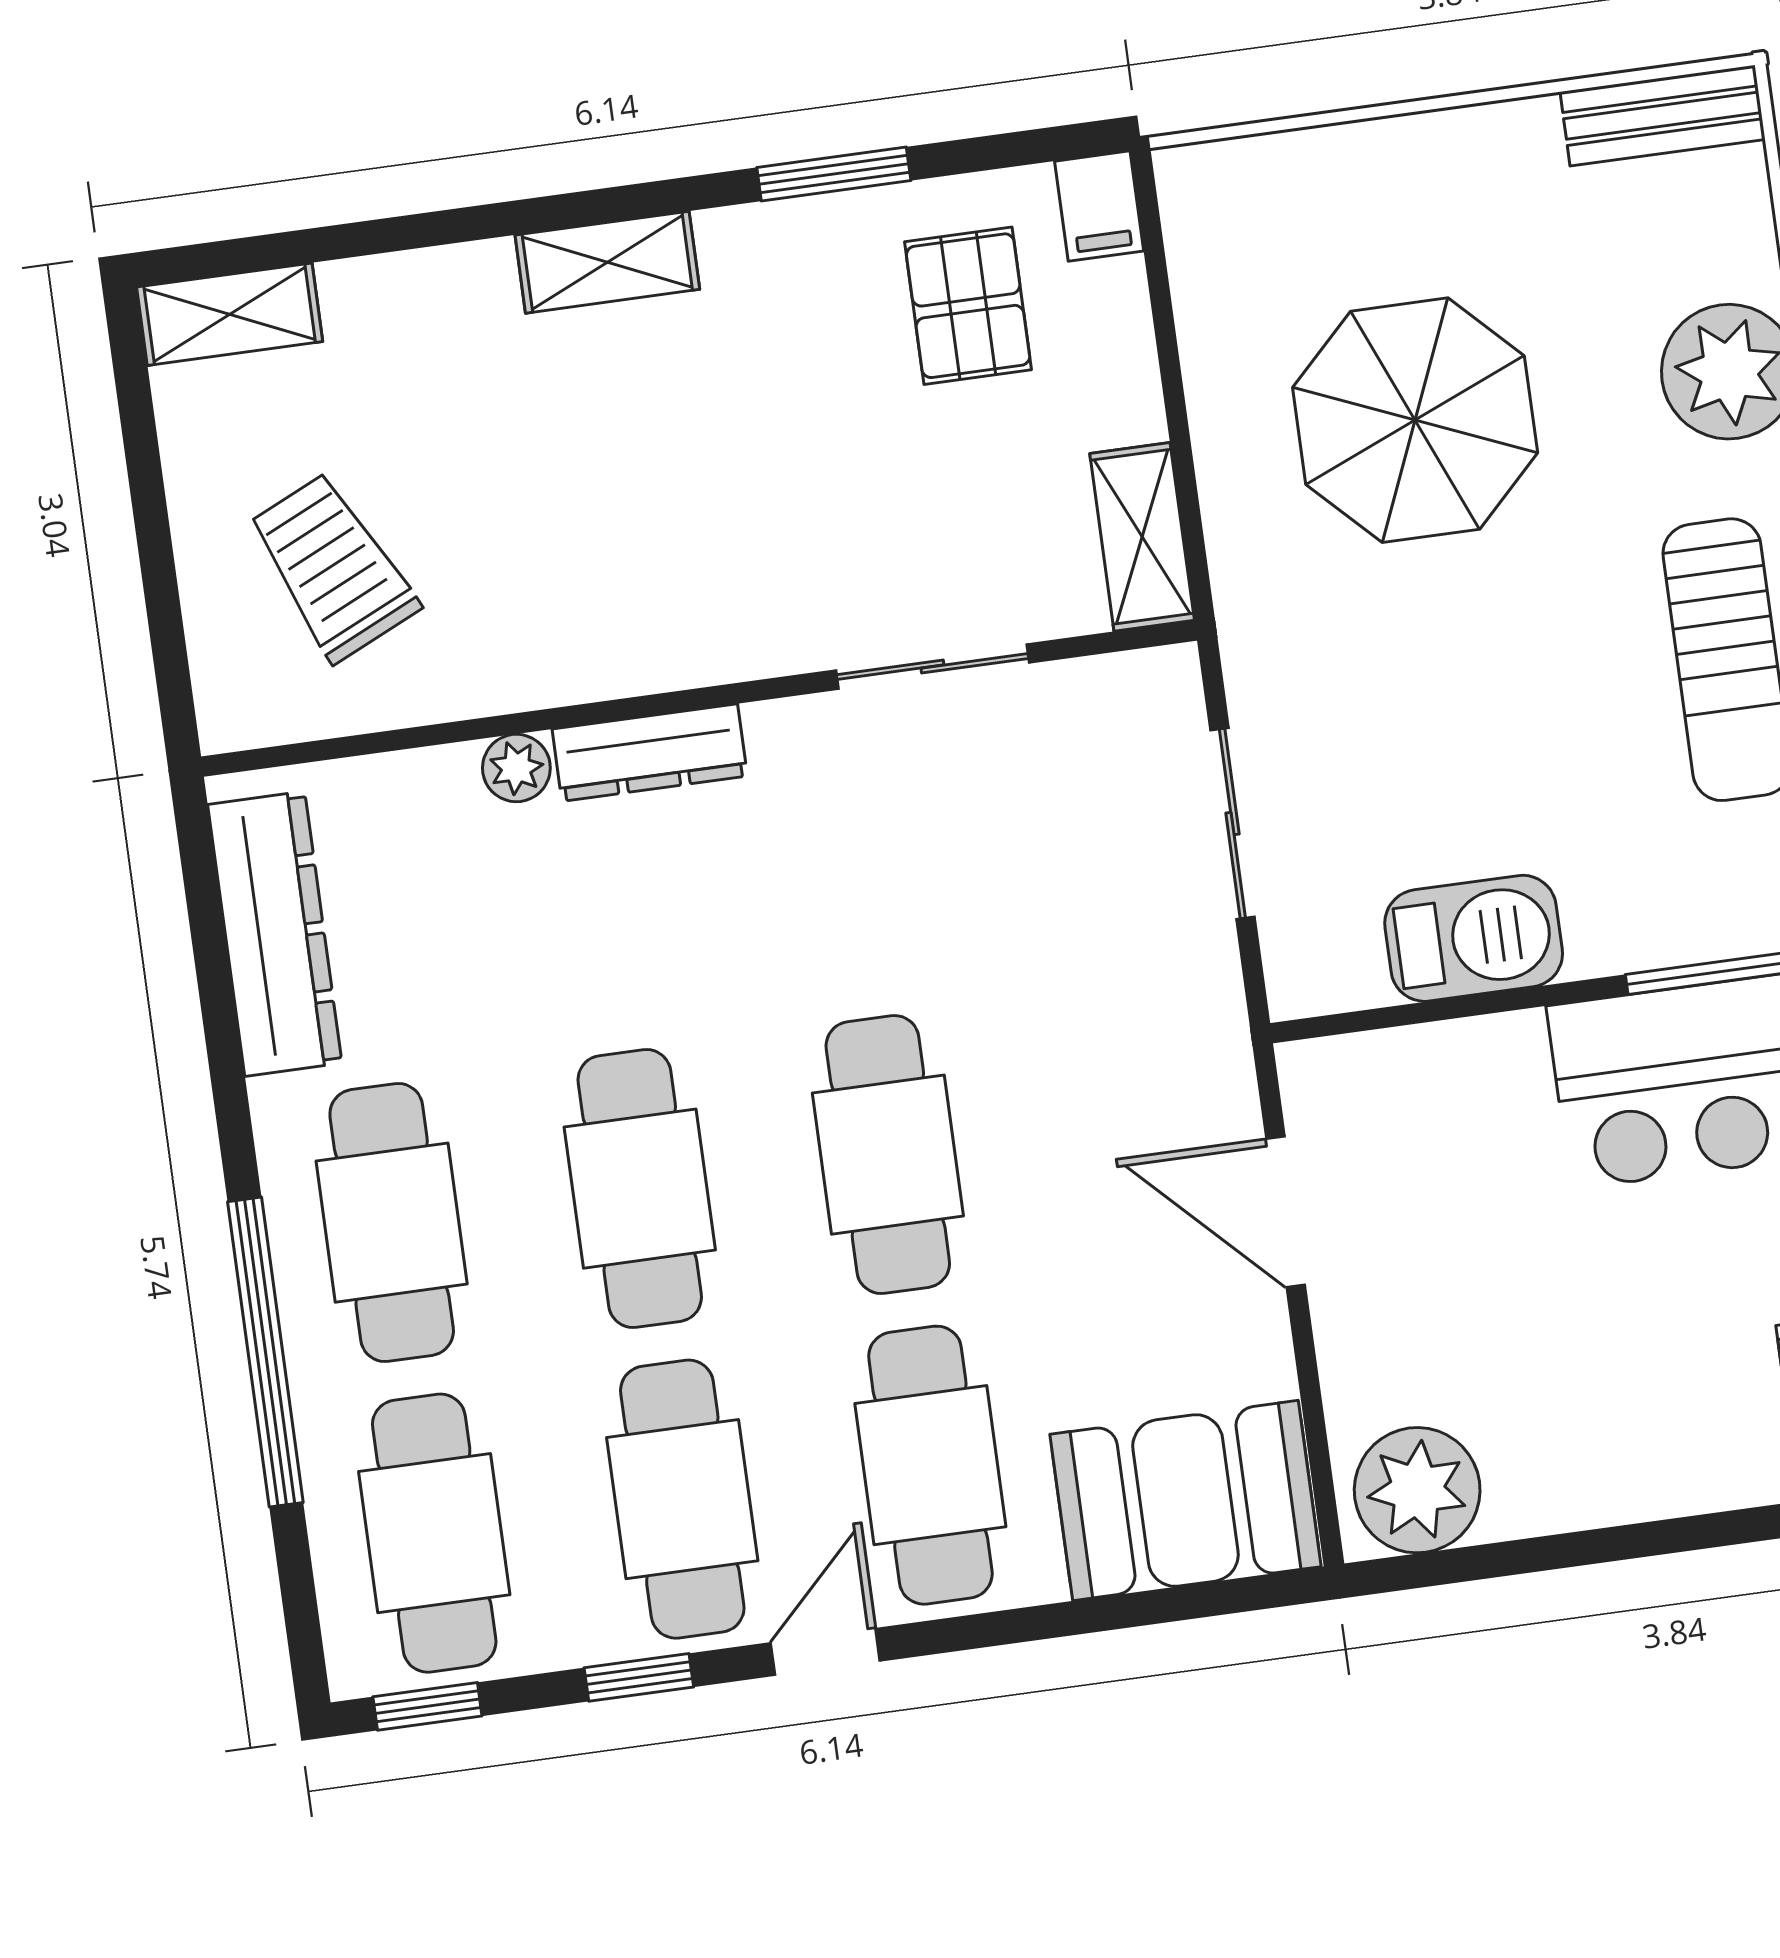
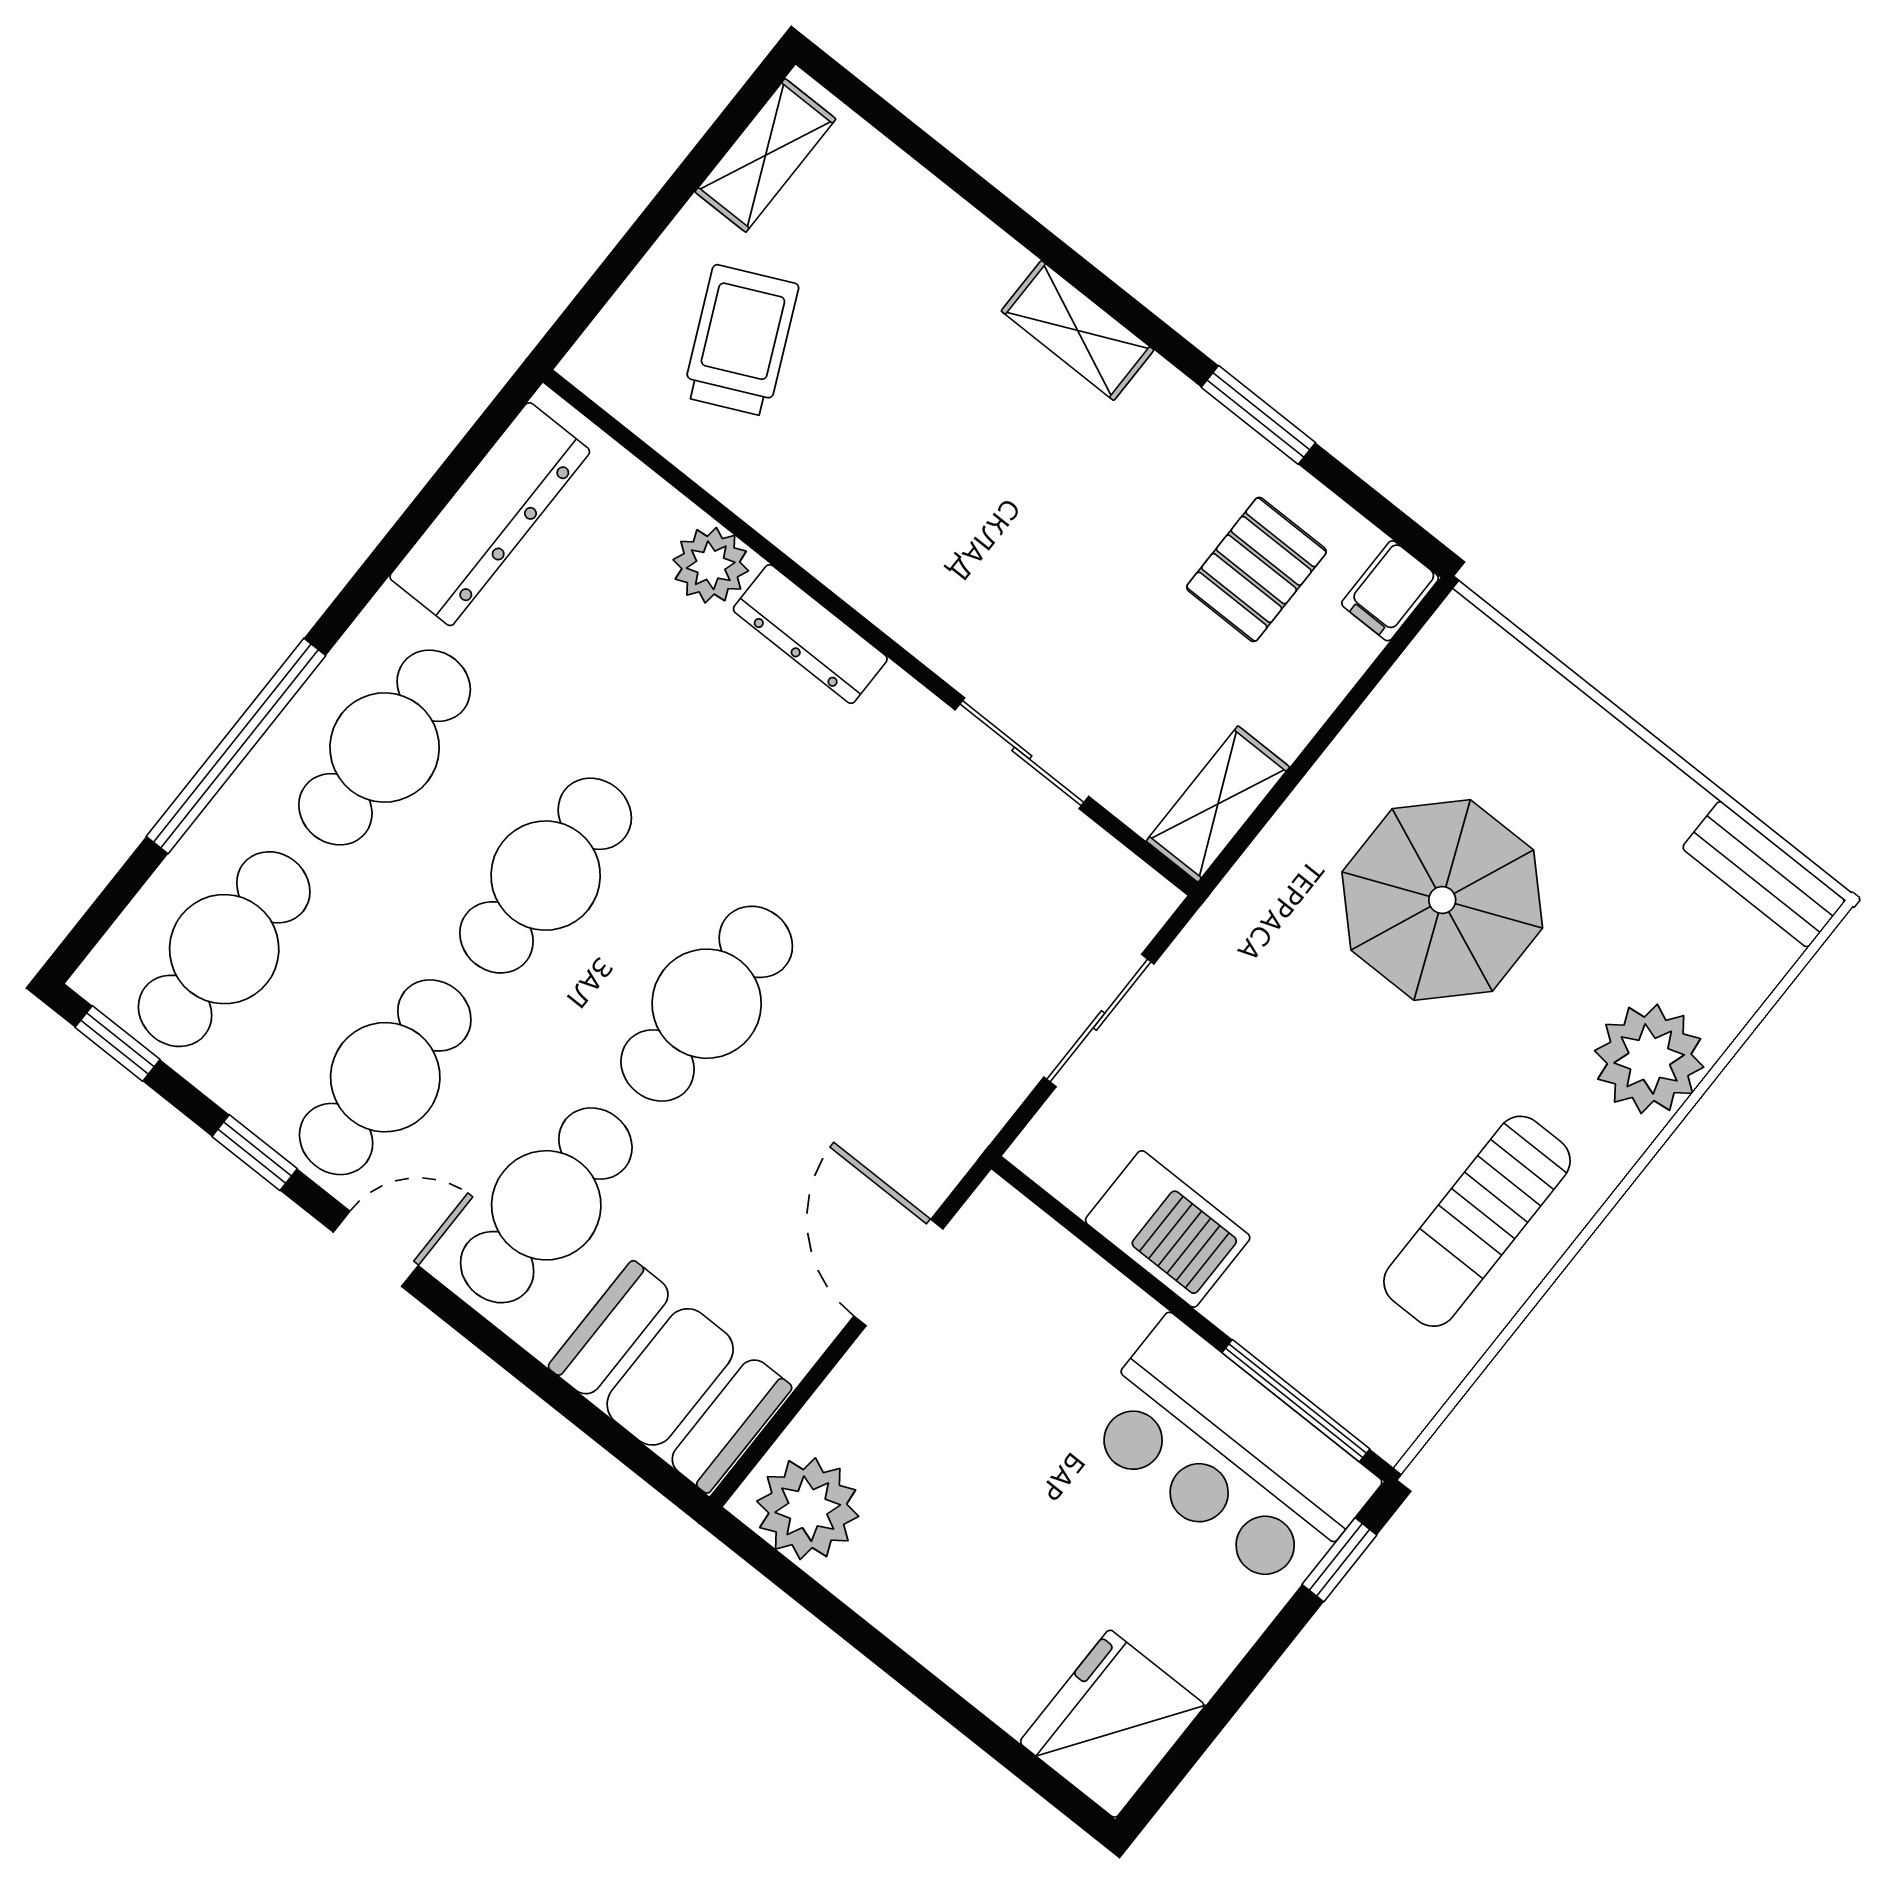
shelving: (230, 314) -> (765, 155), moved, turned 90
plant: (516, 768) -> (711, 565), width x1.38, depth x1.38

